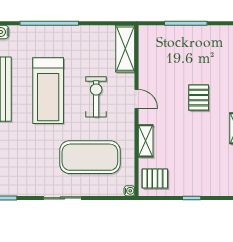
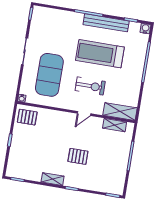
shelving: (146, 141) -> (115, 125), moved
pallet: (155, 179) -> (27, 117), turned 90

